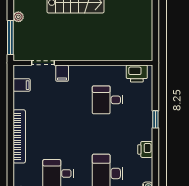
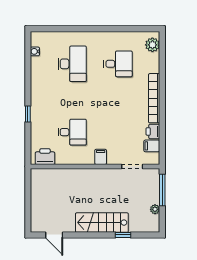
filing cabinet: (62, 73) -> (101, 157), moved
printer: (145, 149) -> (153, 131), moved, turned 180

